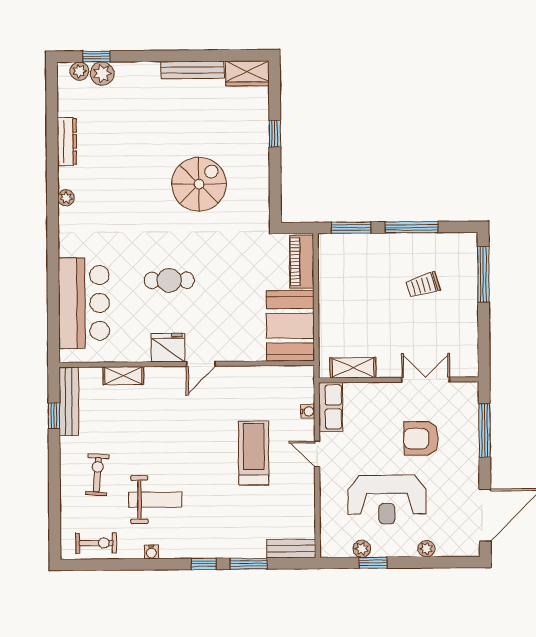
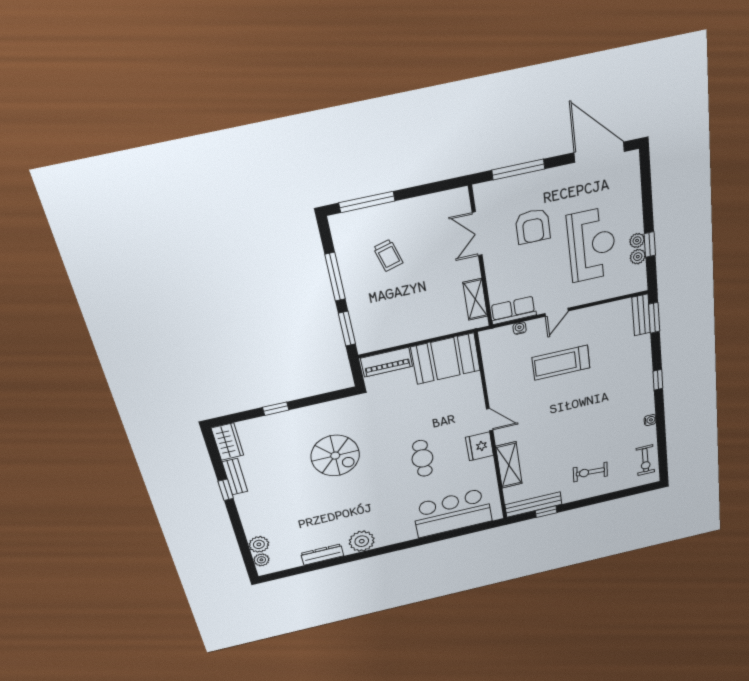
window: (96, 56) -> (226, 490), moved
bench: (192, 70) -> (235, 477), width x0.73
spiral stairs: (199, 184) -> (335, 456), turned 180
plant: (66, 198) -> (362, 541), width x1.88, depth x1.88
shelving: (123, 376) -> (509, 465), width x1.50, depth x1.33
weight bench: (155, 500) -> (607, 427), removed
exercise bike: (96, 543) -> (645, 460), turned 180
plant: (426, 549) -> (637, 241), moved
window: (249, 564) -> (654, 318), moved

